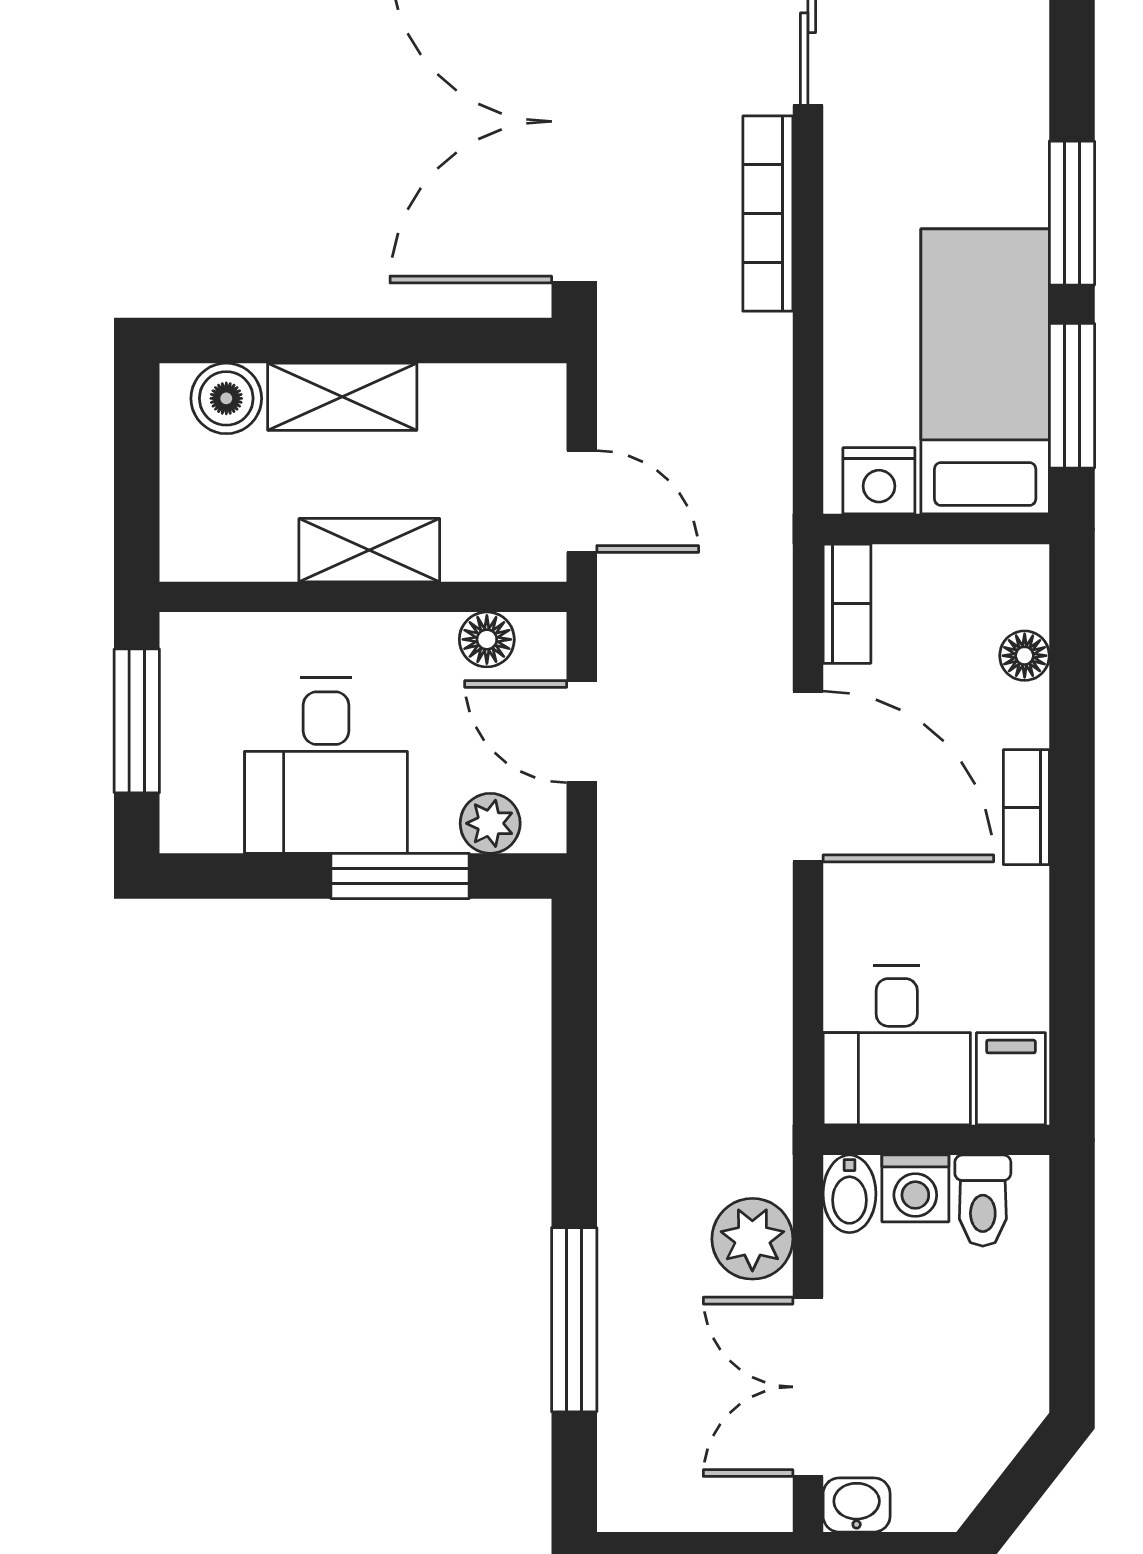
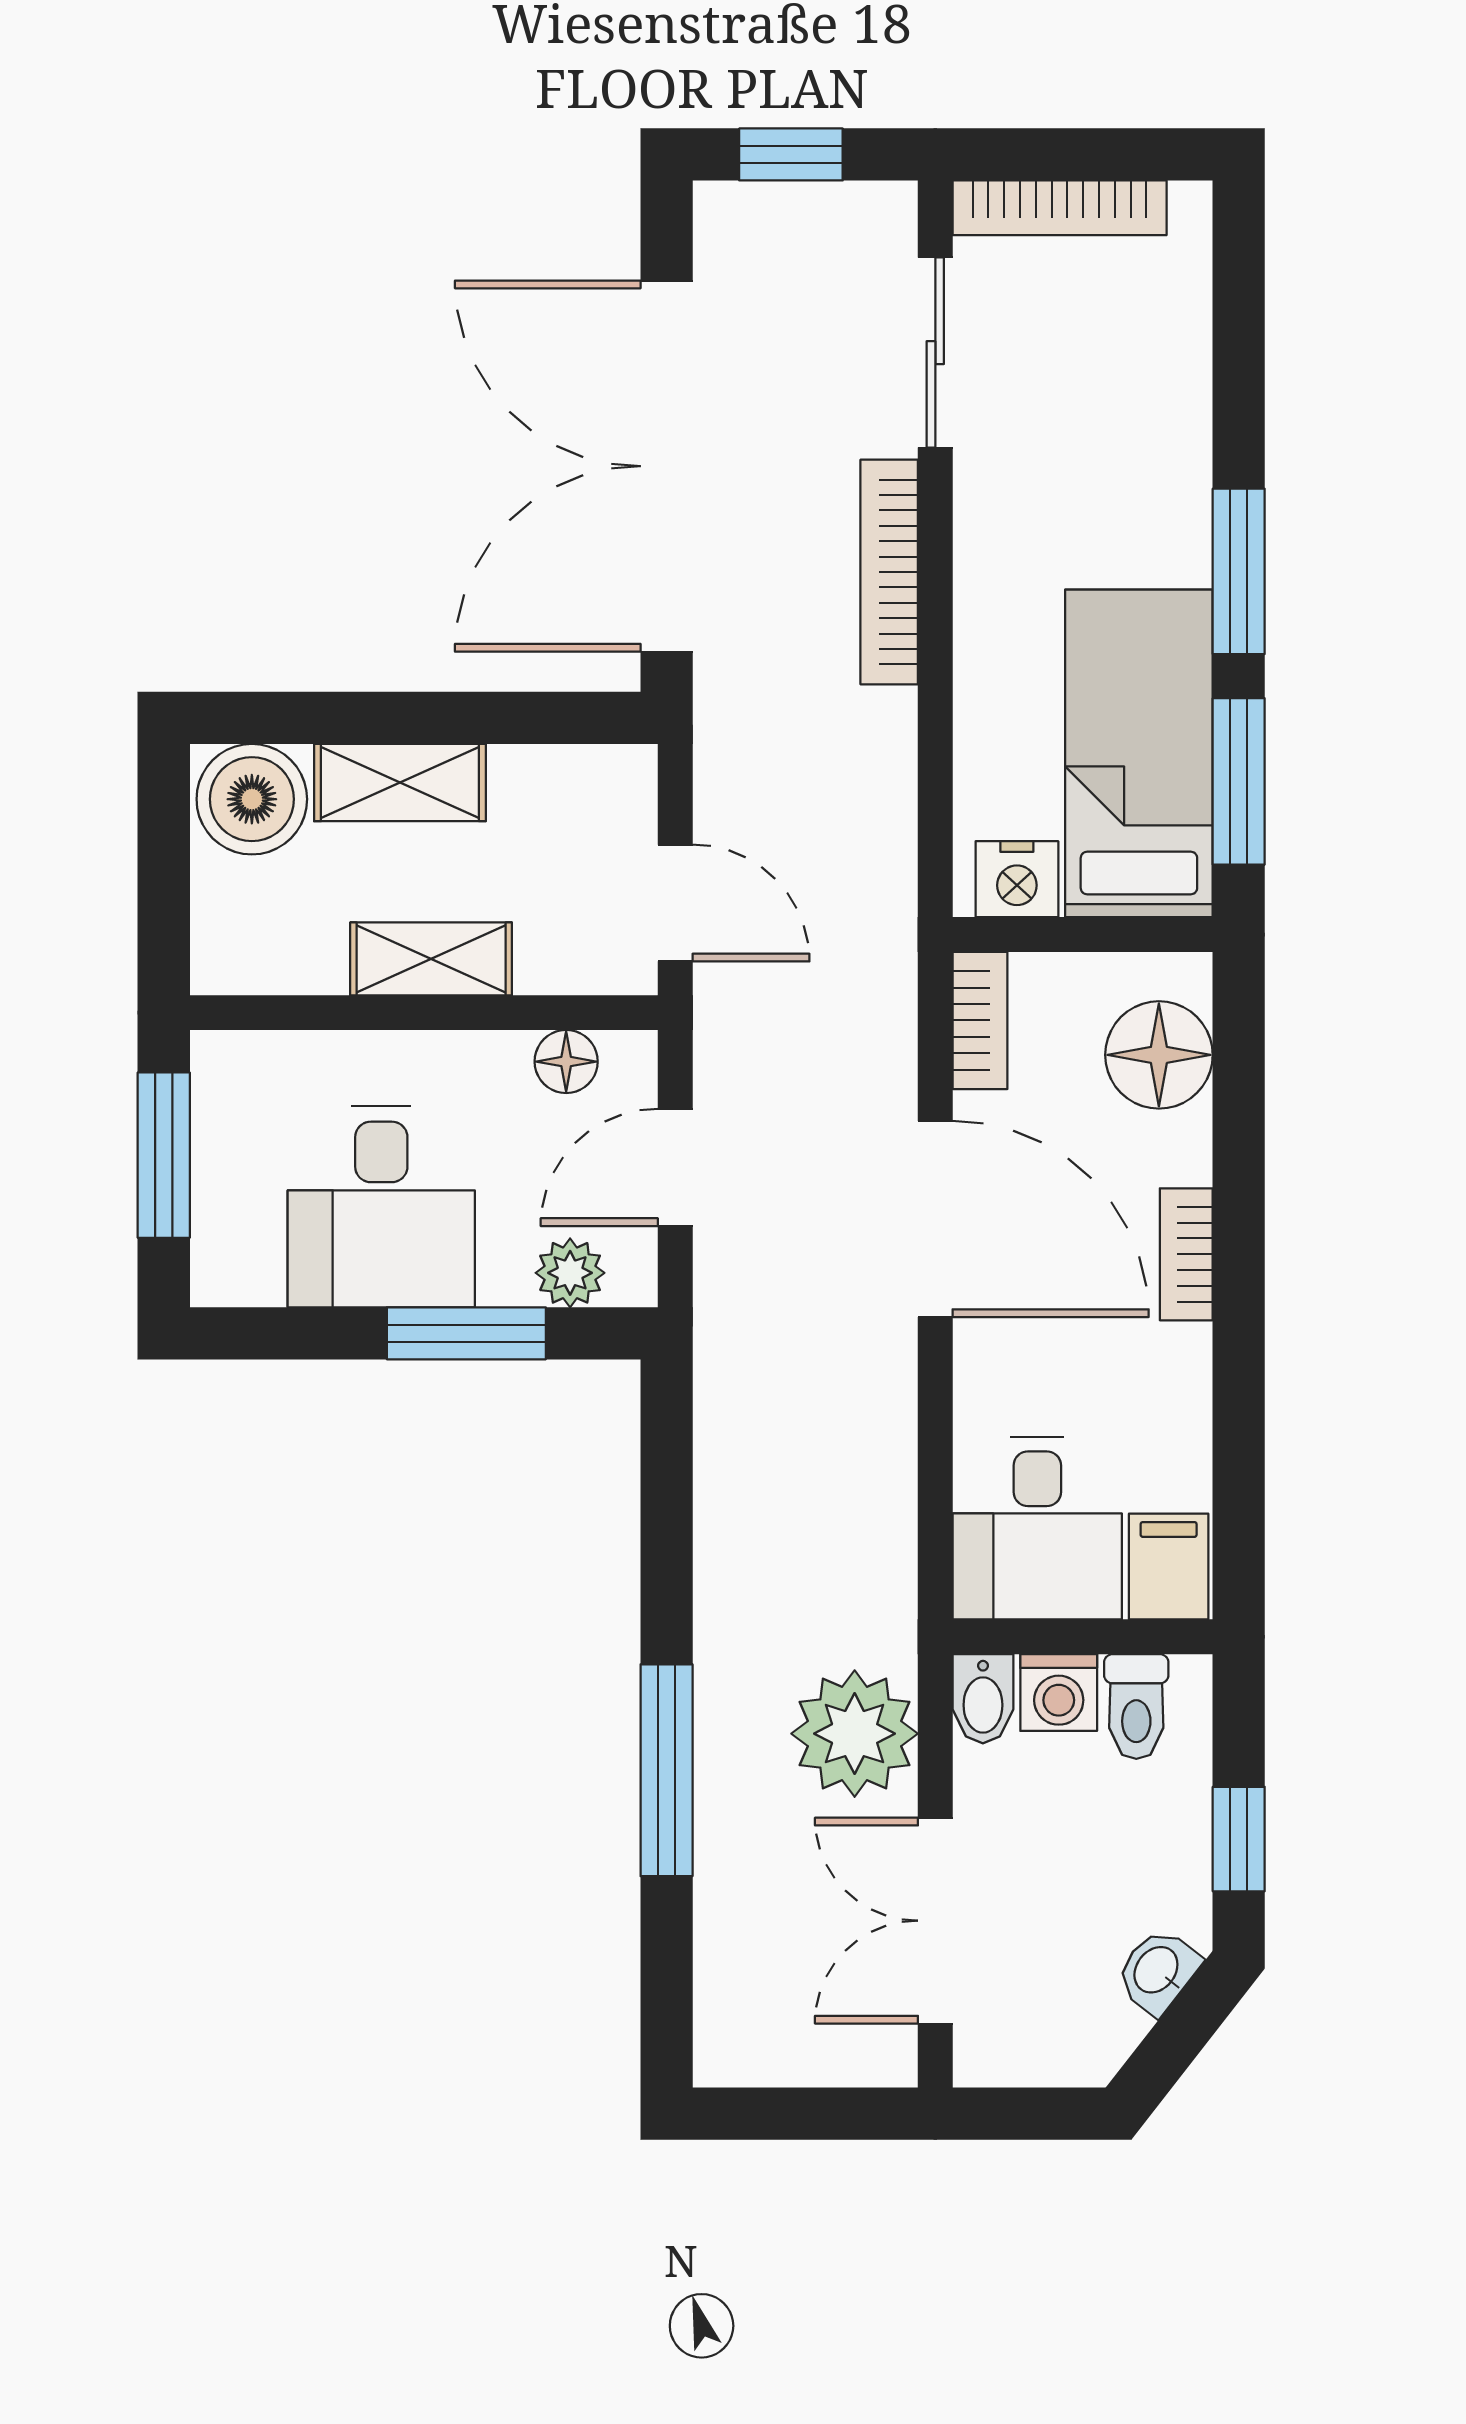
boiler: (226, 398) -> (252, 799), width x1.36, depth x1.36
floor lamp: (1025, 656) -> (1159, 1055), width x1.89, depth x1.89
door: (582, 732) -> (675, 1167), hinge flipped
plant: (752, 1239) -> (855, 1734), width x1.36, depth x1.36
window: (1072, 1316) -> (1239, 1839), added
window: (574, 1320) -> (667, 1770), moved
washbasin: (857, 1505) -> (1157, 1971), moved, turned -52

